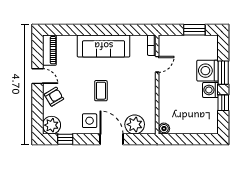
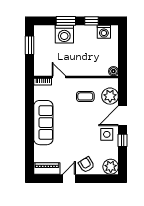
washing machine: (210, 90) -> (104, 32), moved
coffee table: (101, 91) -> (85, 96), moved
window: (65, 139) -> (123, 140), moved

